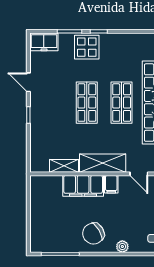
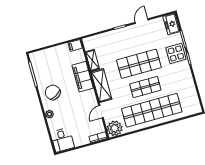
shop shelf: (87, 103) -> (139, 64), width x1.43, depth x1.36
filing cabinet: (111, 184) -> (75, 45), moved

